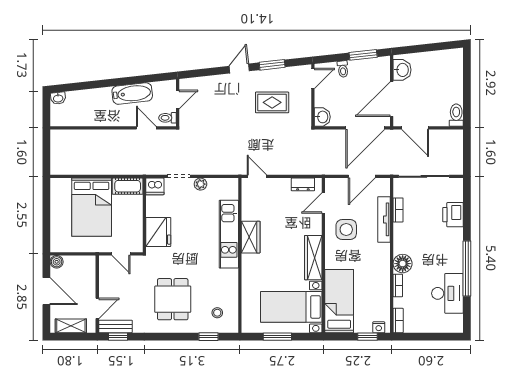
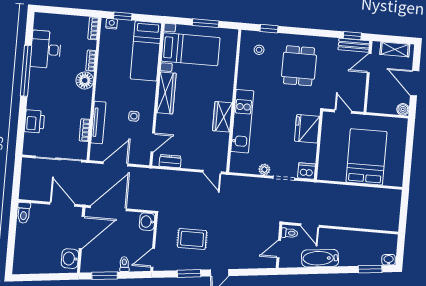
window: (77, 86) -> (370, 269), added
cot: (128, 186) -> (332, 173), removed
side table: (346, 230) -> (134, 116), width x0.54, depth x0.54

